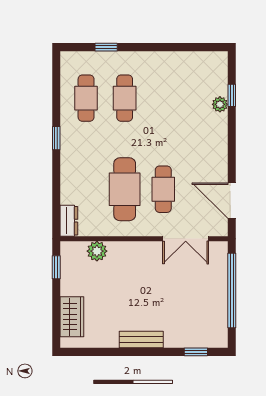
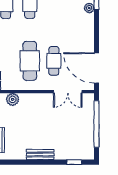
door: (232, 201) -> (96, 68), width x1.36

